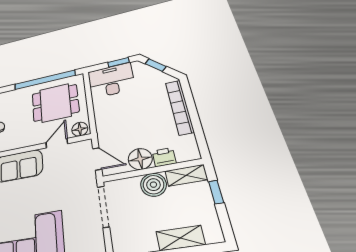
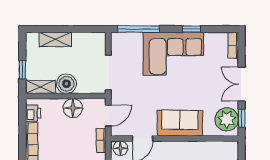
bookcase: (102, 132) -> (101, 140), added
printer: (164, 157) -> (33, 113), moved, turned -90
door: (97, 159) -> (108, 116), swing flipped

